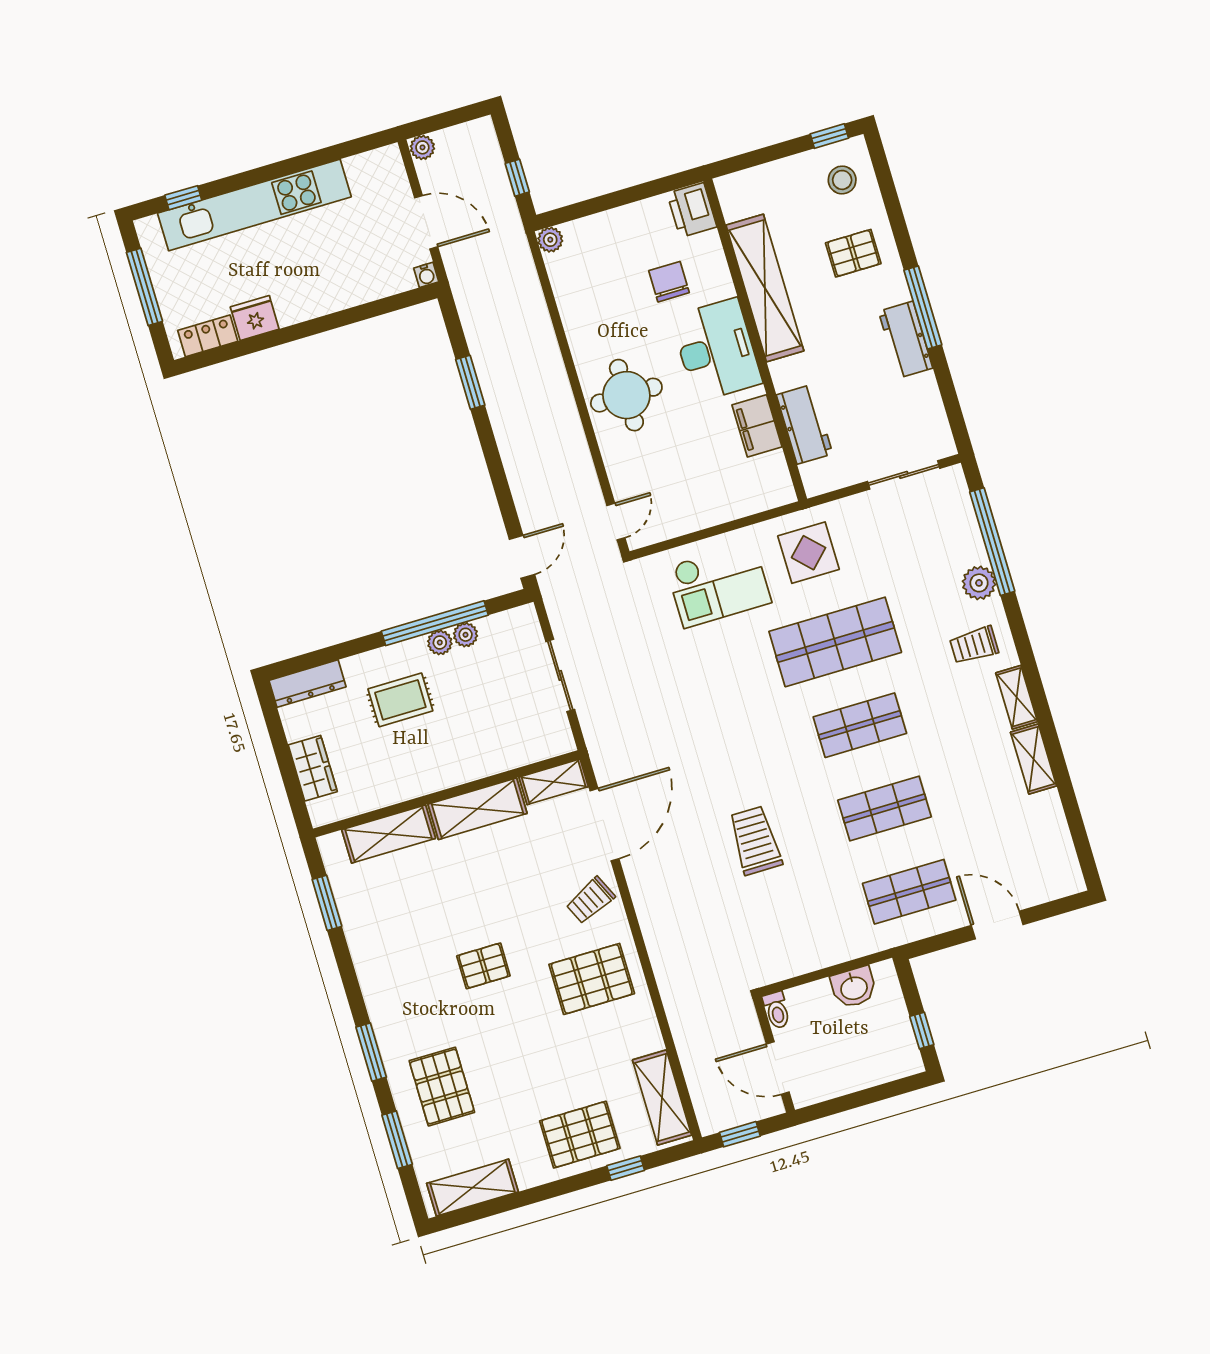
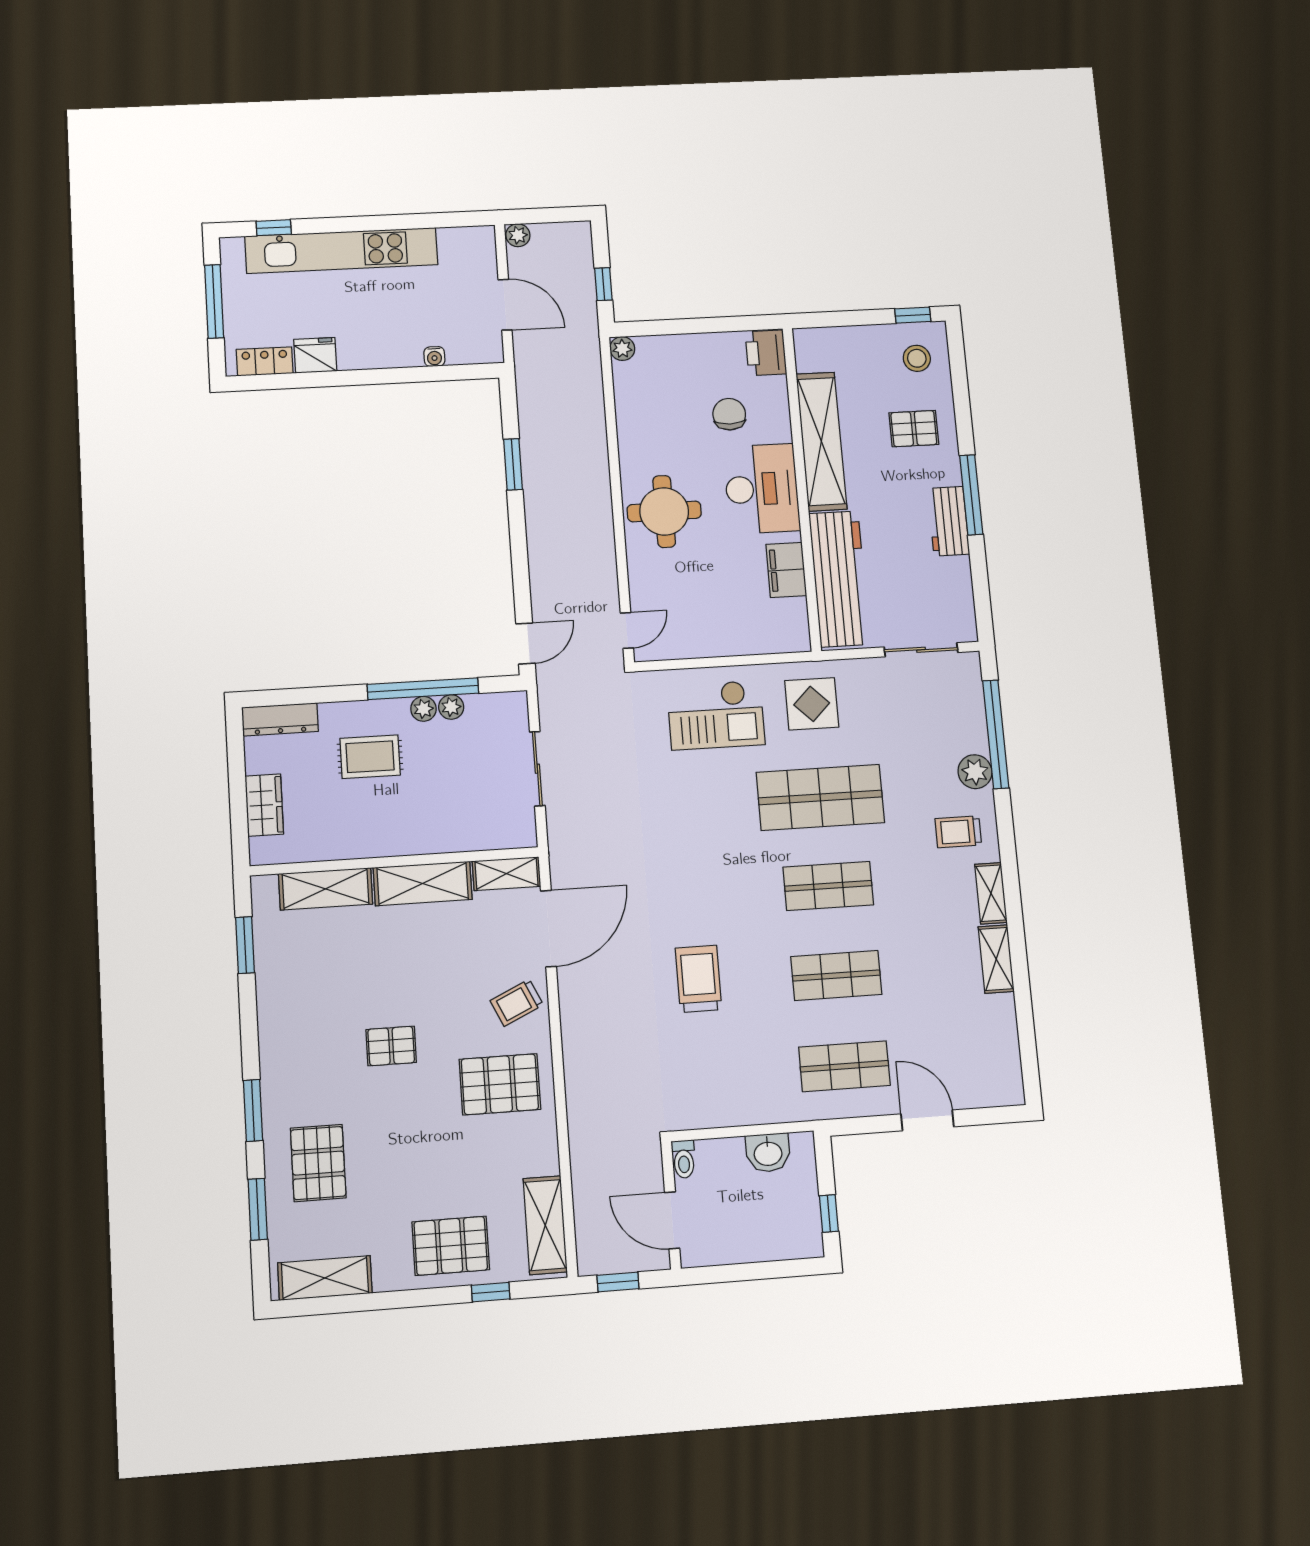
water cooler: (426, 275) -> (434, 357), moved
workbench: (805, 424) -> (839, 579), width x1.88, depth x1.32

